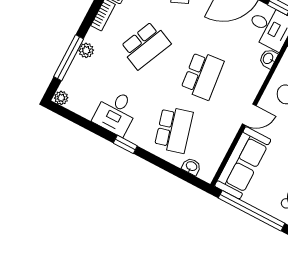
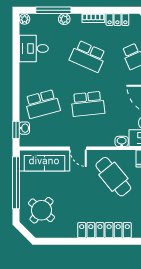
desk: (116, 112) -> (34, 48), moved
window: (125, 144) -> (16, 130), moved

